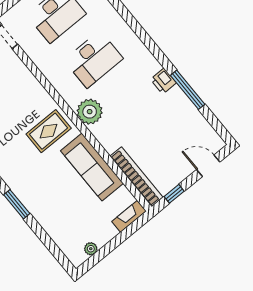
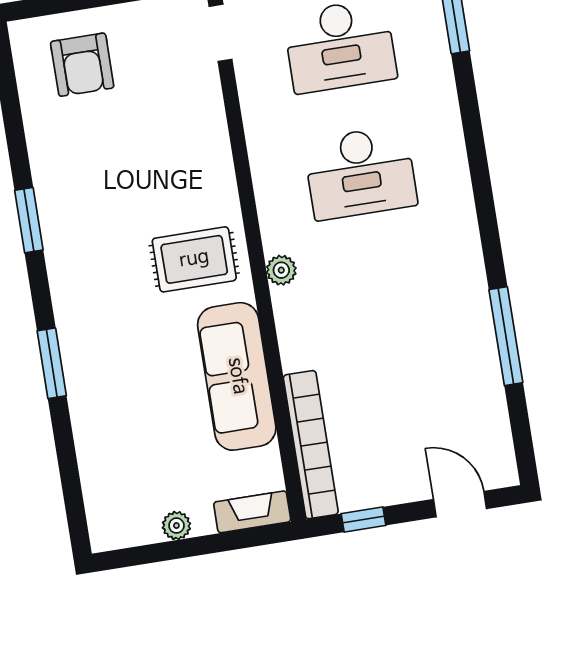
printer: (163, 81) -> (469, 292), removed
plant: (90, 112) -> (281, 270), width x0.53, depth x0.53
plant: (91, 249) -> (176, 526), moved

